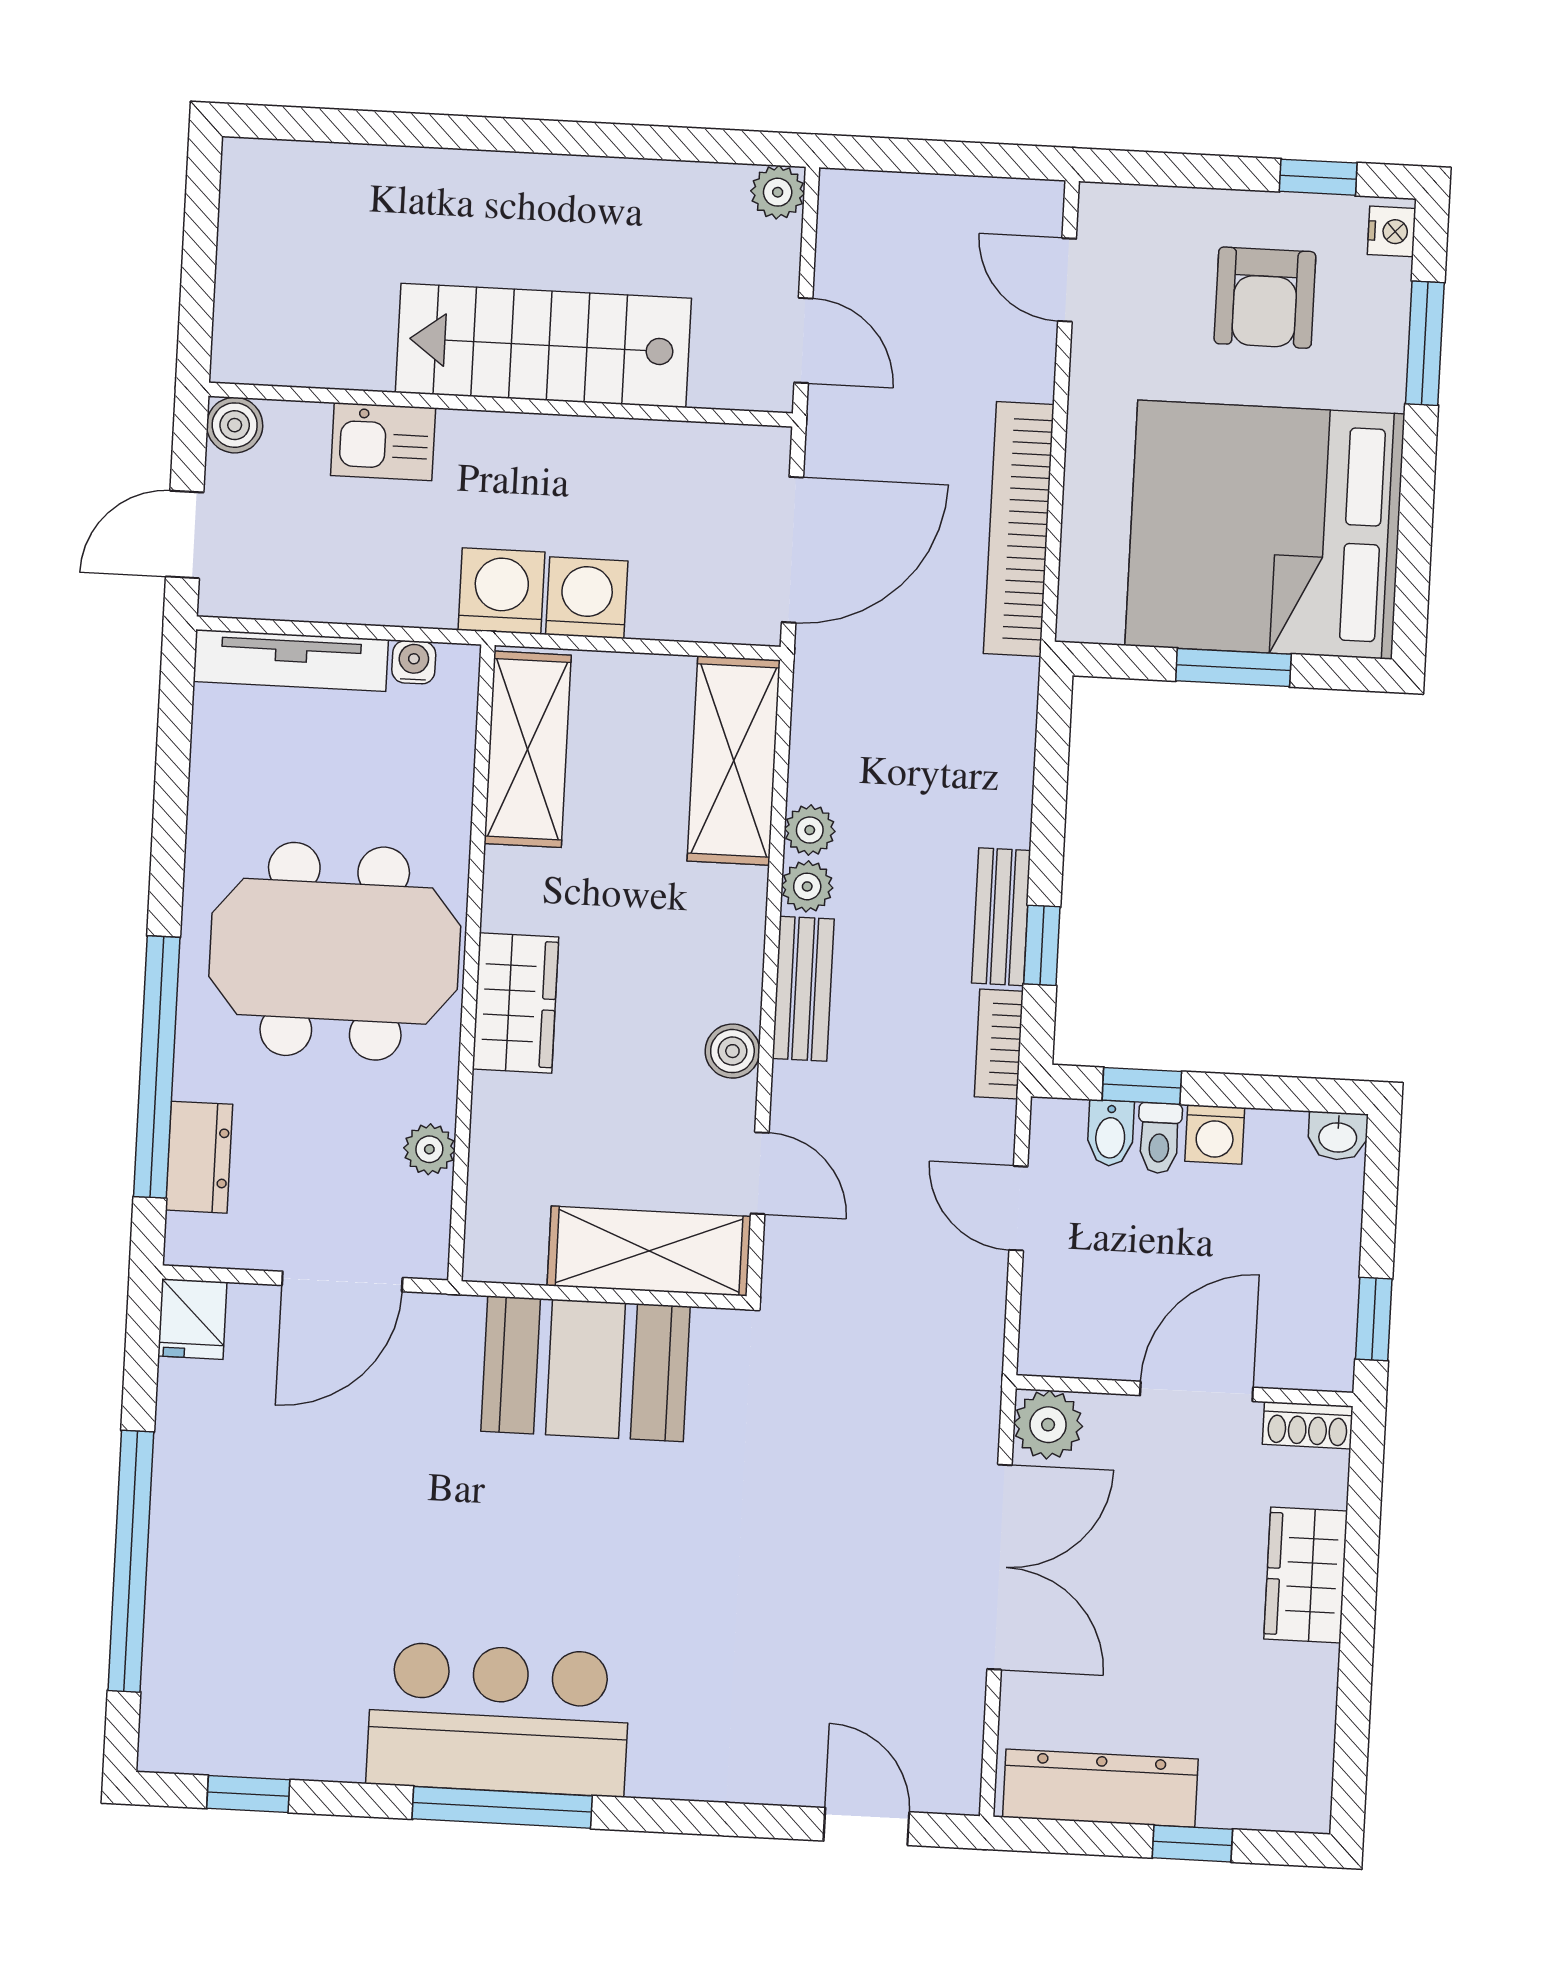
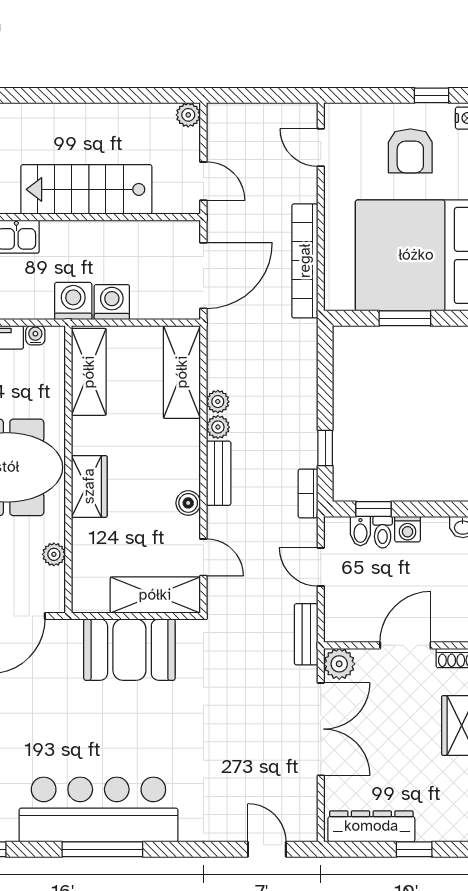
bench: (1001, 917) -> (306, 634), moved
bar counter: (498, 1719) -> (98, 810), width x1.36

